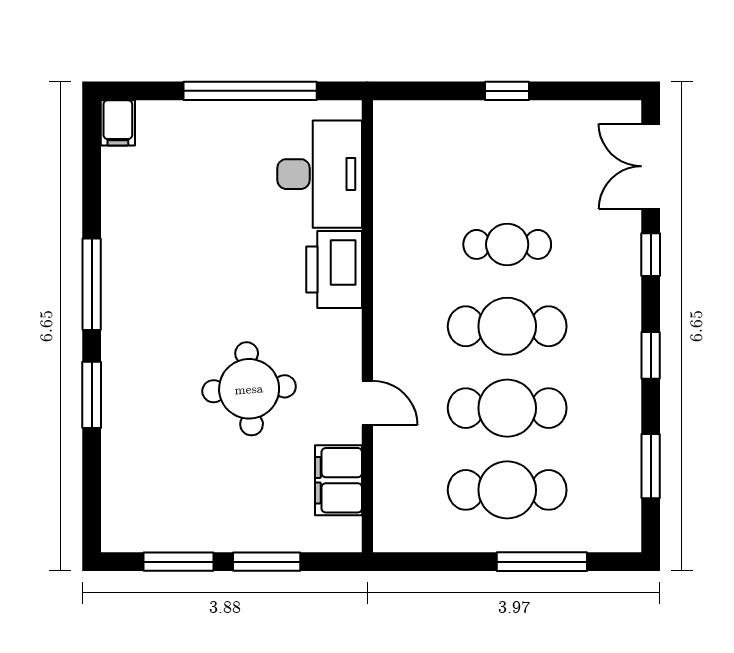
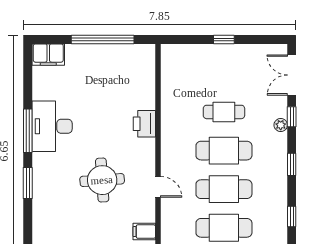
filing cabinet: (118, 123) -> (48, 55), width x2.00
desk: (320, 174) -> (52, 126), moved, turned 180
printer: (334, 269) -> (144, 124), width x0.73, depth x0.84
plant: (627, 272) -> (281, 125), added
window: (651, 466) -> (292, 217), width x0.67
filing cabinet: (338, 480) -> (144, 232), width x0.50

